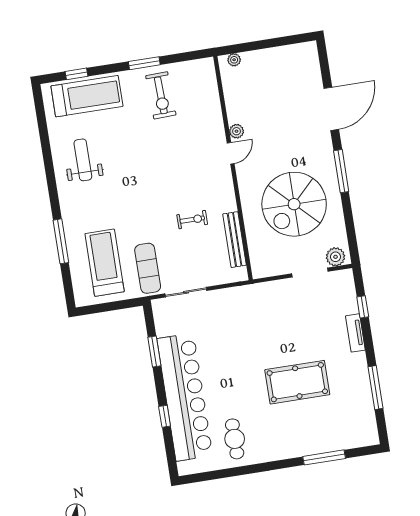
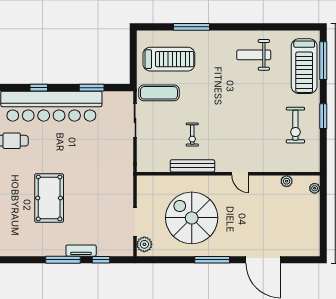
window: (77, 74) -> (323, 61), width x2.17
exercise bike: (161, 95) -> (295, 125), turned -88
plant: (237, 131) -> (287, 181), moved
weight bench: (83, 160) -> (254, 55), turned 180
bench: (235, 240) -> (192, 166), moved
window: (375, 388) -> (63, 260), moved

